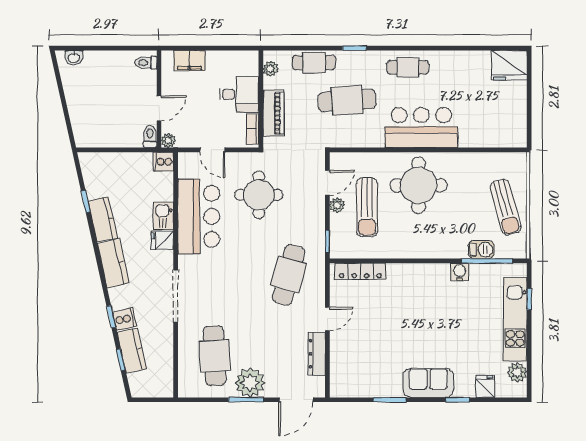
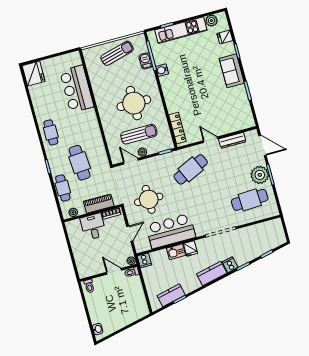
filing cabinet: (189, 61) -> (81, 261), removed
bar counter: (421, 128) -> (77, 89), moved
round table: (419, 185) -> (134, 103), moved
kitchen counter: (103, 220) -> (171, 295), moved
cafe table: (289, 275) -> (191, 169), turned -39
cooker: (124, 319) -> (230, 265), moved
kitchen counter: (132, 350) -> (260, 249), removed

